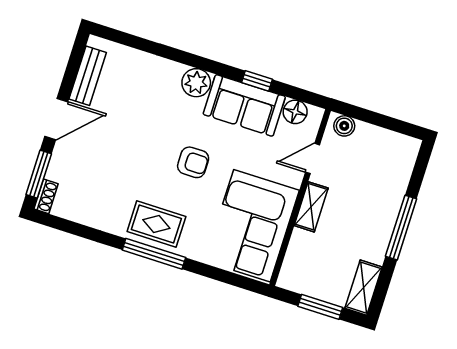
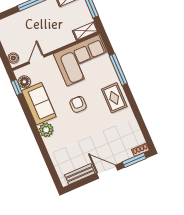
window: (257, 81) -> (17, 87), moved
door: (313, 159) -> (37, 59), swing flipped
shelving: (311, 207) -> (85, 31), moved
window: (154, 254) -> (118, 69), moved

